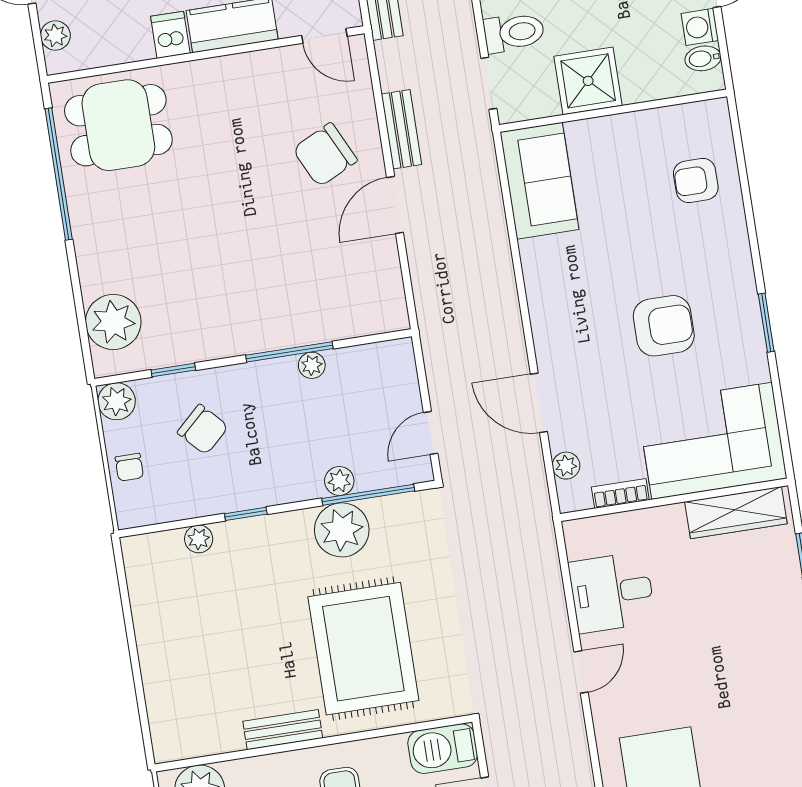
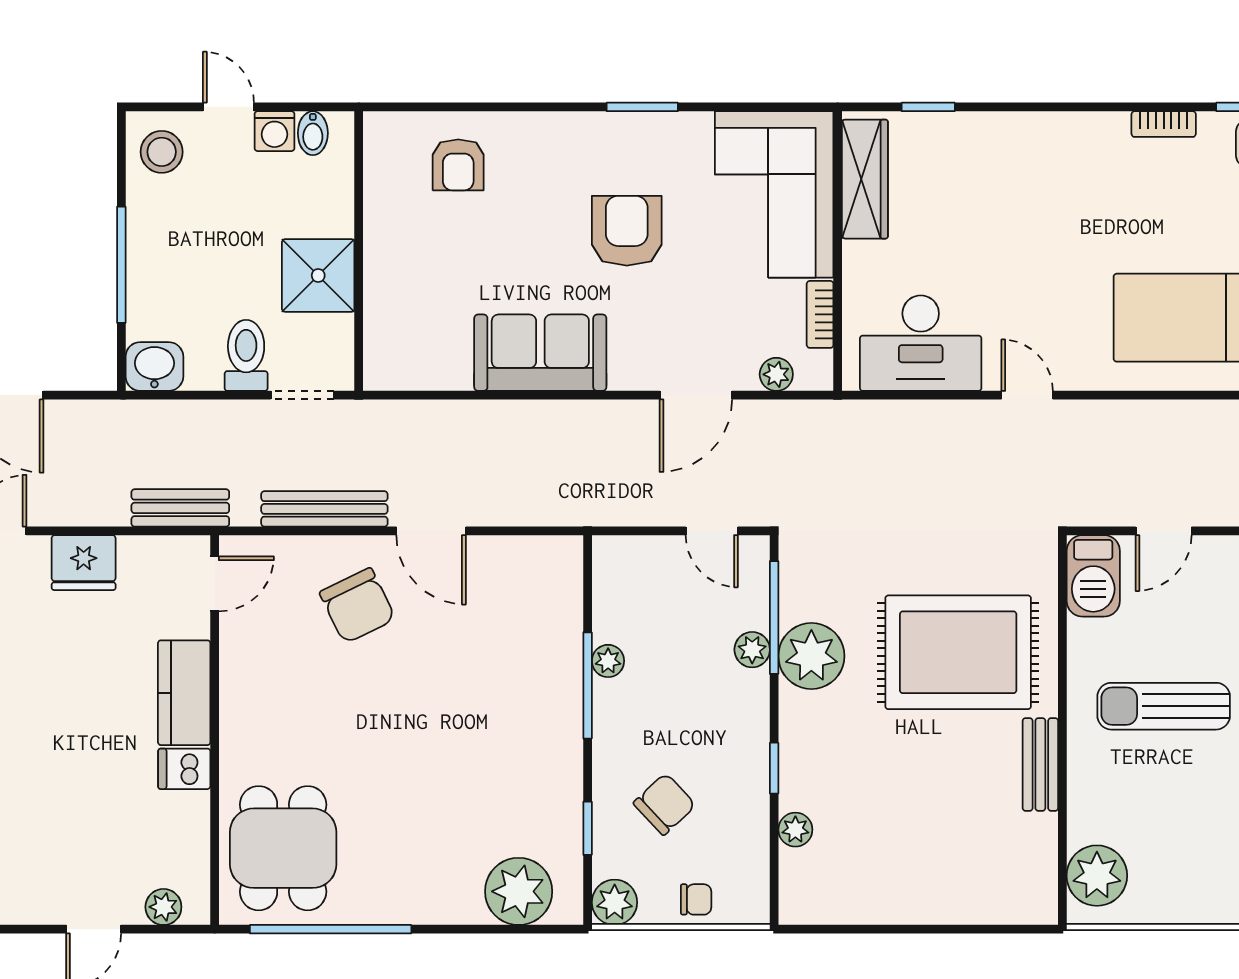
bench: (401, 129) -> (324, 509), width x1.36
sofa: (539, 181) -> (540, 353), moved
desk: (612, 592) -> (921, 343), width x1.37

